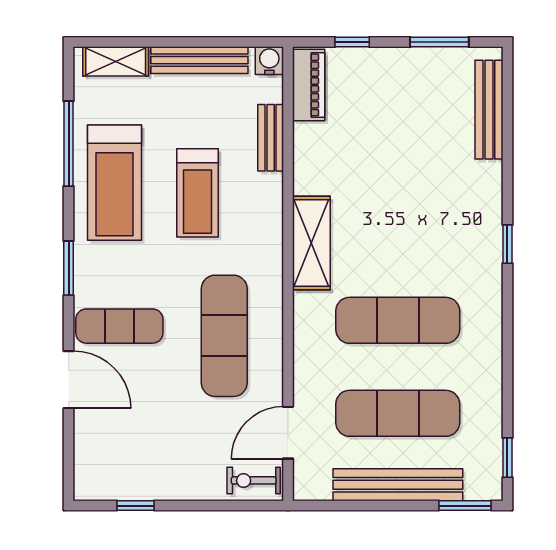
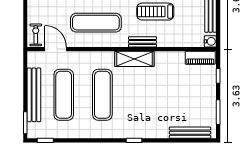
bench: (271, 138) -> (143, 42), moved

